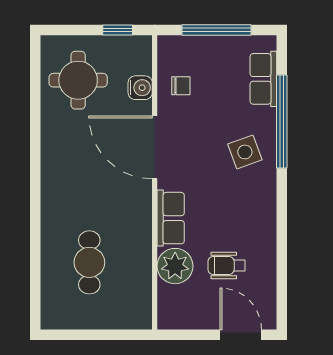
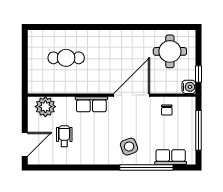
water cooler: (140, 88) -> (189, 87), moved, turned -90
plant: (175, 266) -> (45, 107), moved

